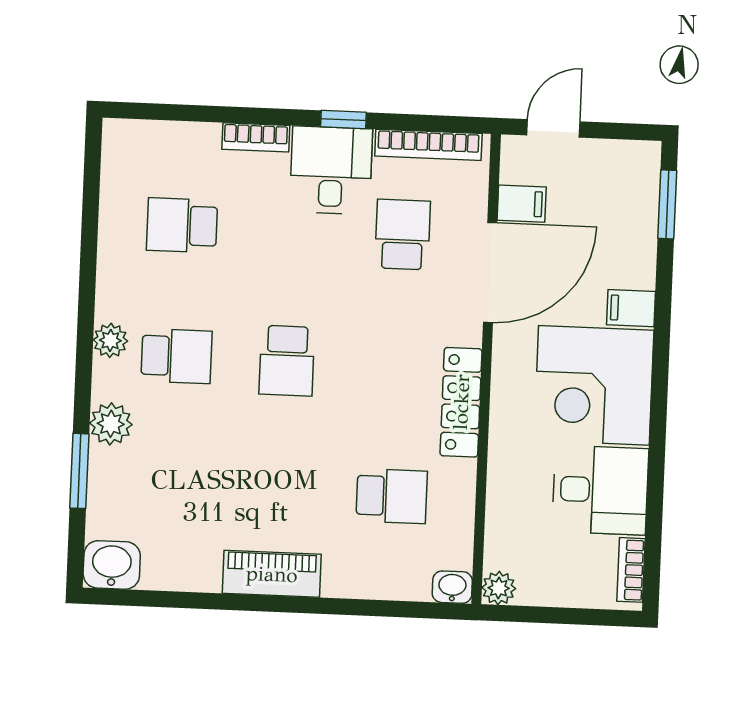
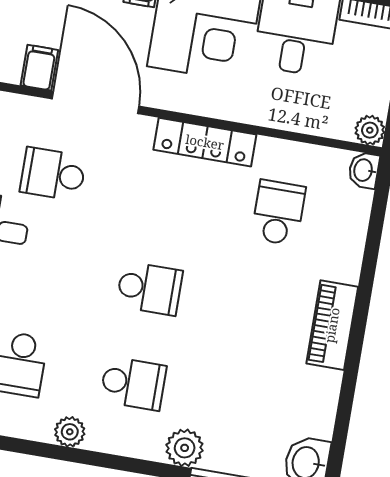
plant: (110, 340) -> (70, 432), moved
school desk: (177, 356) -> (133, 383), turned 90

